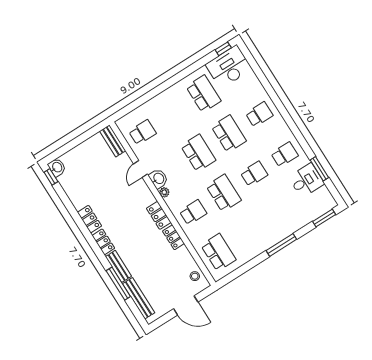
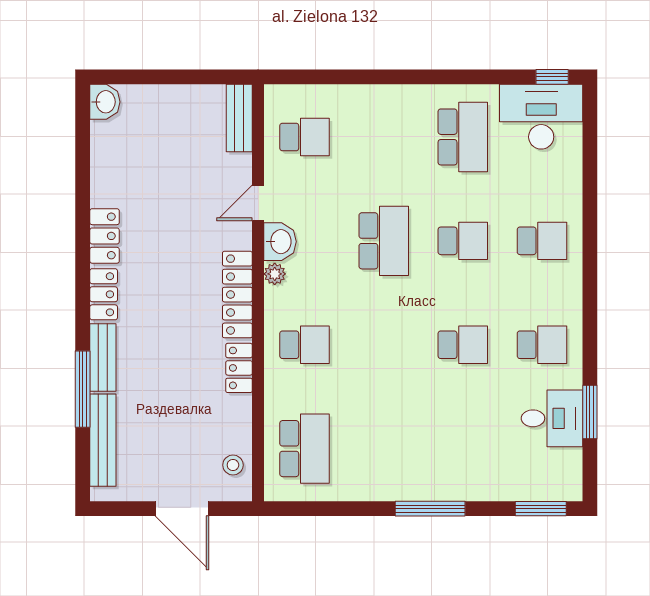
school desk: (229, 134) -> (463, 241), width x0.54
window: (51, 177) -> (83, 112), removed
school desk: (224, 193) -> (384, 345), removed
locker: (159, 215) -> (237, 295), width x1.53

